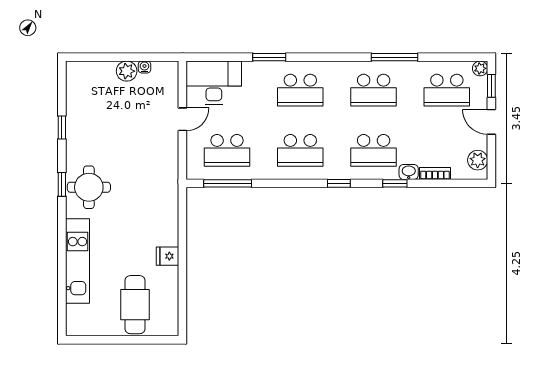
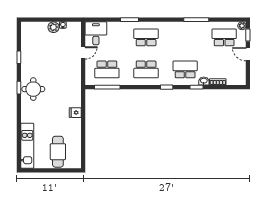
desk: (214, 83) -> (96, 33), width x0.73
school desk: (300, 90) -> (146, 37), turned 180
school desk: (374, 90) -> (185, 37), removed
school desk: (447, 90) -> (224, 37), turned 180
school desk: (374, 150) -> (185, 69), turned 180
plant: (478, 160) -> (241, 75), removed
fridge: (168, 256) -> (75, 113), moved
kitchen unit: (78, 261) -> (27, 146), moved

